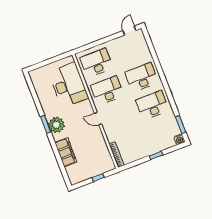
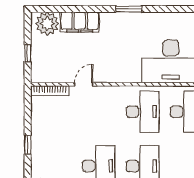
door: (98, 119) -> (84, 84), moved
plant: (56, 125) -> (47, 24), moved

